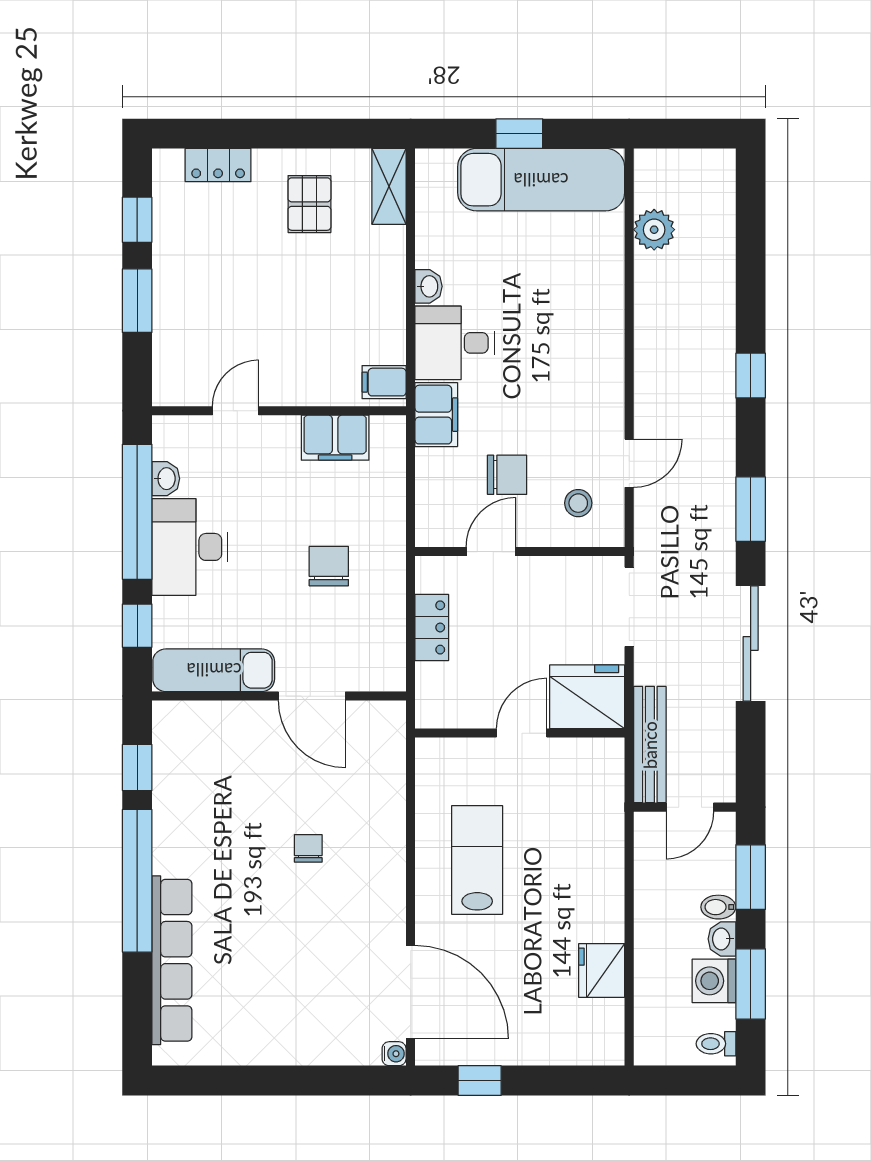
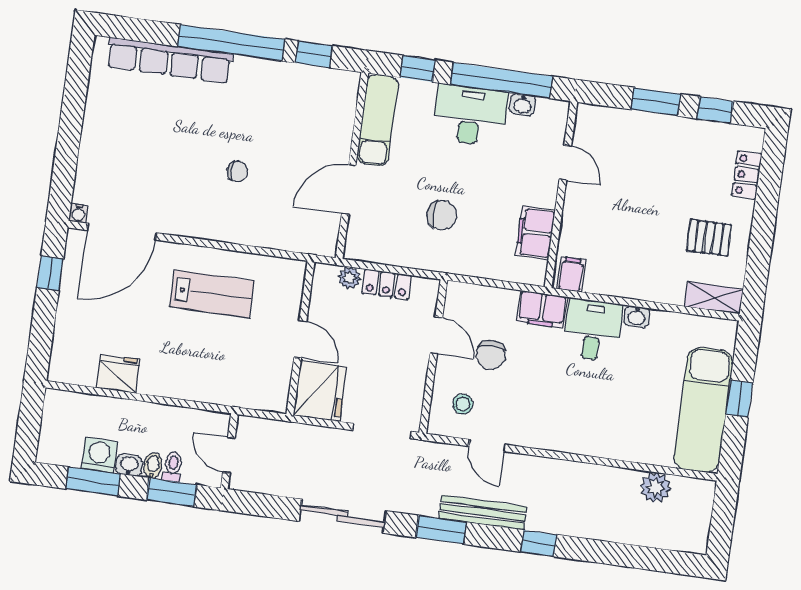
plant: (430, 679) -> (349, 278), added
bench: (650, 745) -> (483, 512), moved
toilet: (716, 1044) -> (173, 467), moved

